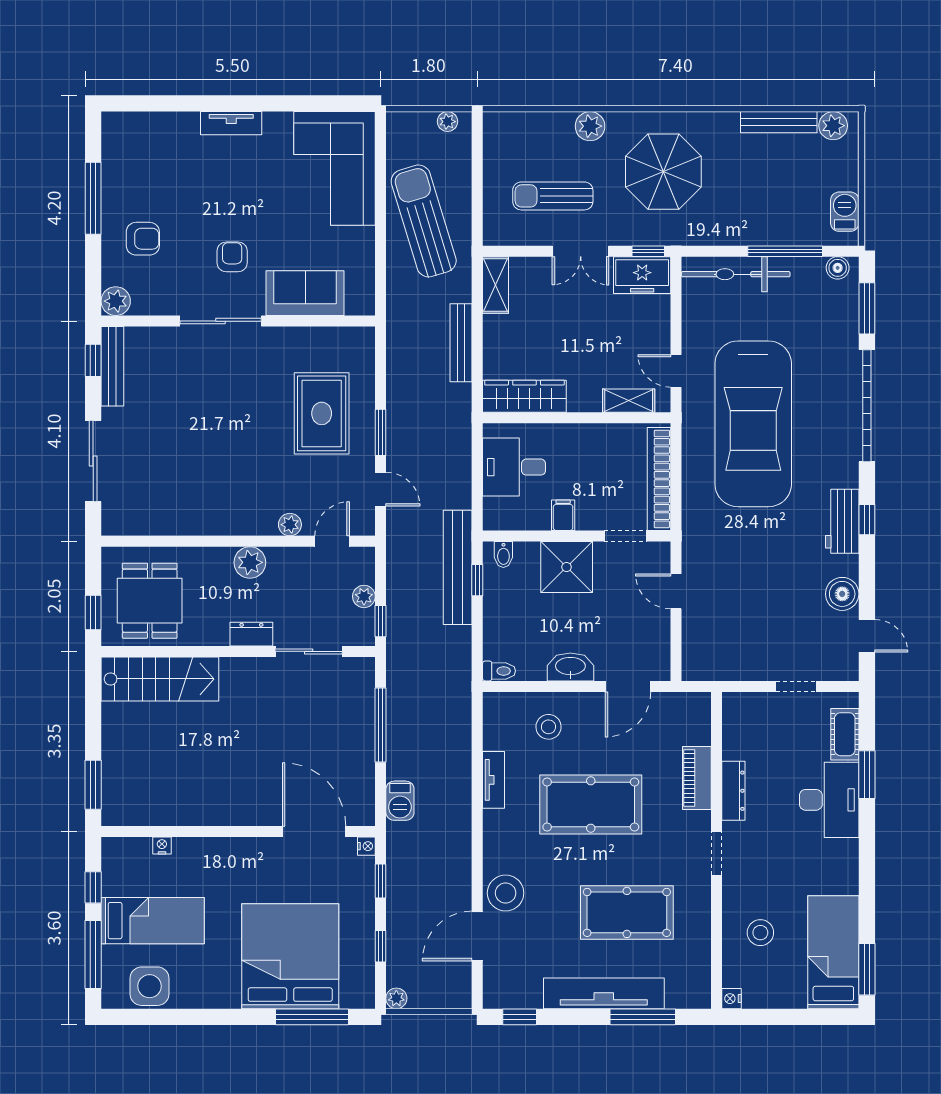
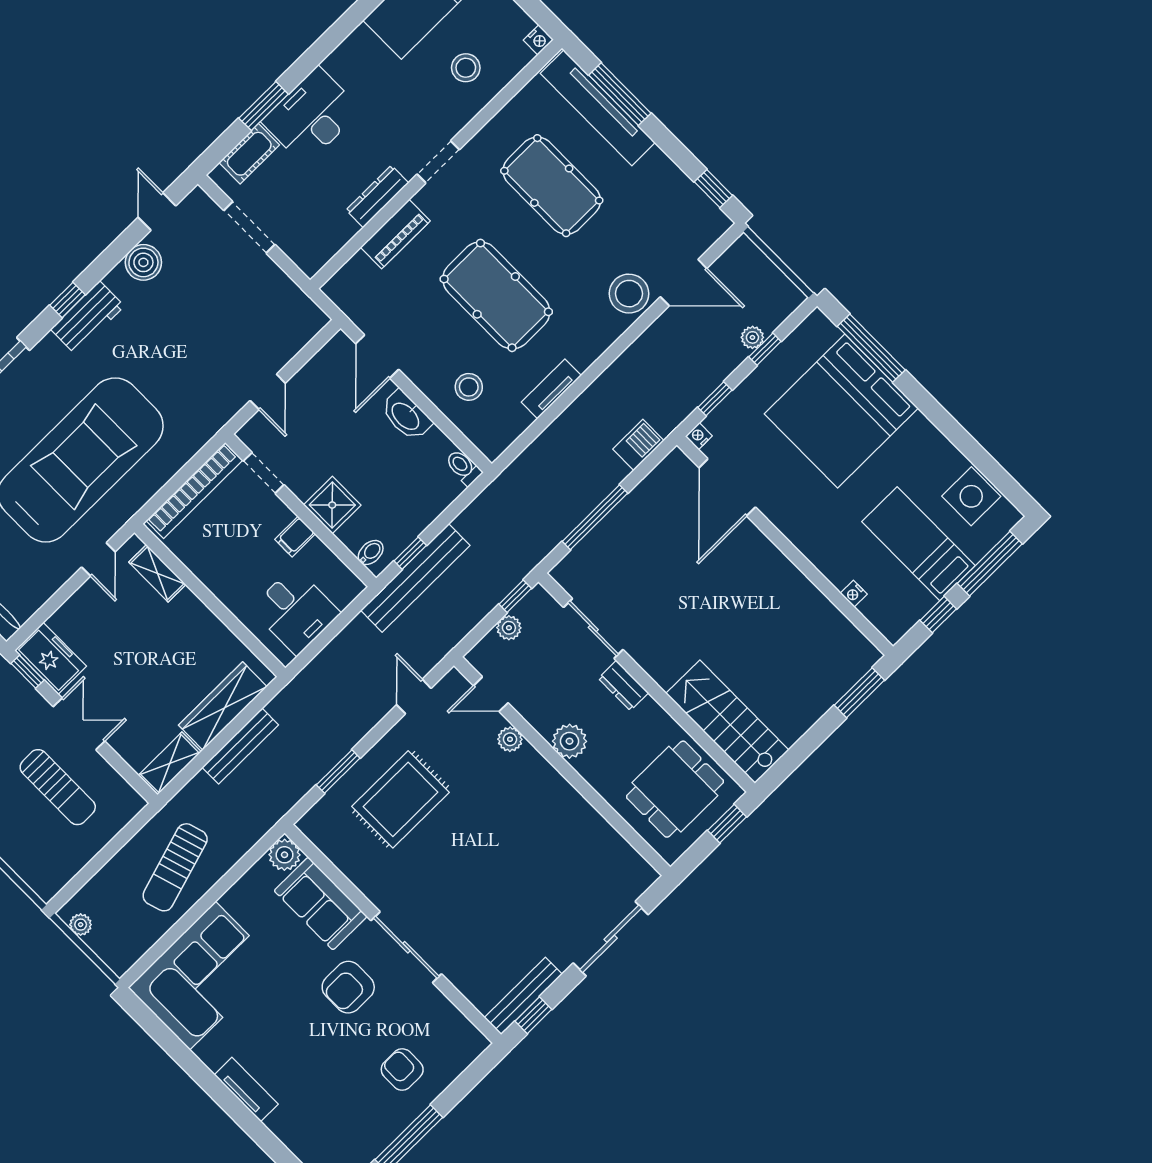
sun lounger: (424, 221) -> (175, 867), width x0.73, depth x0.75
armchair: (232, 257) -> (348, 987), width x1.38, depth x1.38
plant: (116, 301) -> (285, 855), moved
wardrobe: (524, 396) -> (223, 706), moved, turned 90
window: (381, 432) -> (338, 771), moved
shower: (567, 567) -> (332, 505), width x0.73, depth x0.73
door: (628, 686) -> (377, 357), swing flipped
doorway: (796, 686) -> (249, 227), width x1.38
tv unit: (604, 993) -> (598, 108), moved
plant: (396, 998) -> (752, 337), moved

